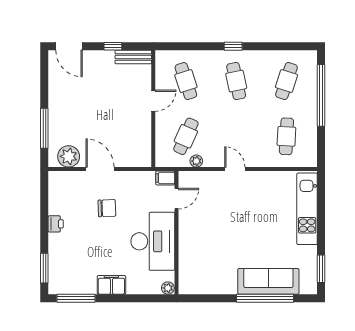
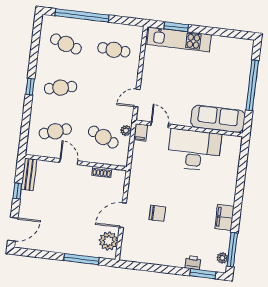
shoe rack: (146, 139) -> (102, 172), added
filing cabinet: (165, 178) -> (141, 132), moved
door: (177, 199) -> (160, 125), moved
chair: (107, 208) -> (157, 213), turned 92
printer: (56, 224) -> (193, 263), moved
wall: (177, 233) -> (189, 128), moved
desk: (153, 241) -> (194, 150), moved
window: (321, 269) -> (176, 27), moved
sofa: (268, 281) -> (218, 119), moved, turned 90
plant: (168, 288) -> (222, 258), moved

